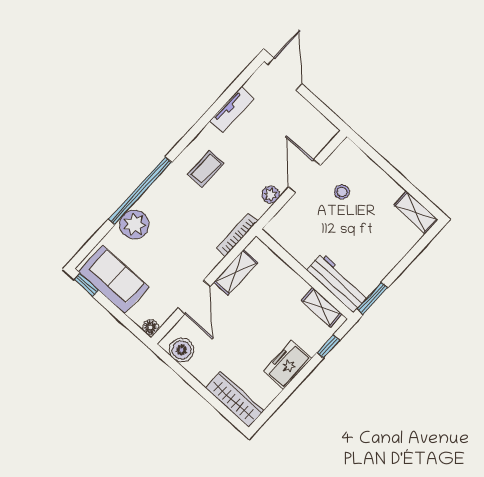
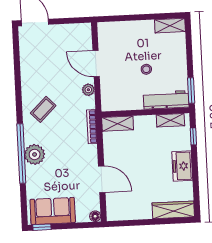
tv unit: (232, 110) -> (26, 67), removed
coffee table: (206, 169) -> (43, 109), turned 46
stool: (342, 192) -> (146, 69), moved
plant: (134, 224) -> (35, 154), moved
shelving: (236, 272) -> (118, 124), moved, turned 90
boiler: (182, 350) -> (122, 212), removed

